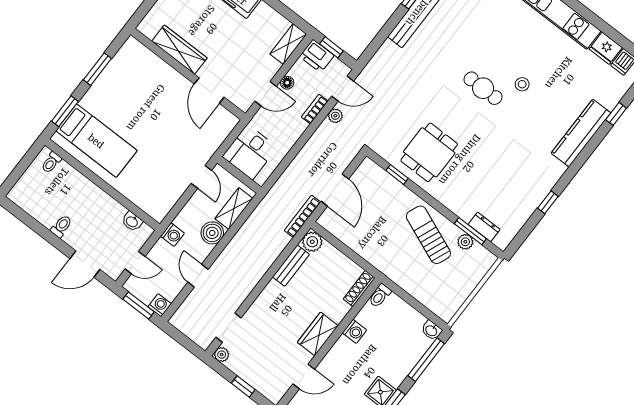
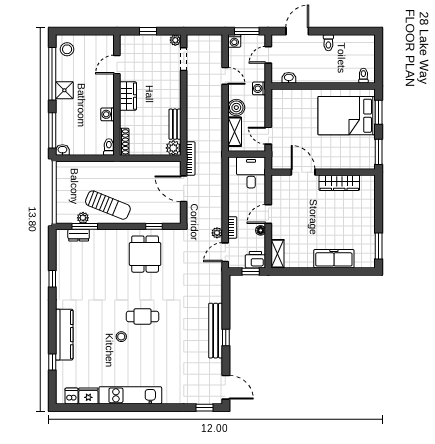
wardrobe: (179, 50) -> (339, 183), moved
wall: (188, 74) -> (323, 172), moved
door: (209, 90) -> (303, 172), moved
bed: (96, 141) -> (347, 116), width x1.50

